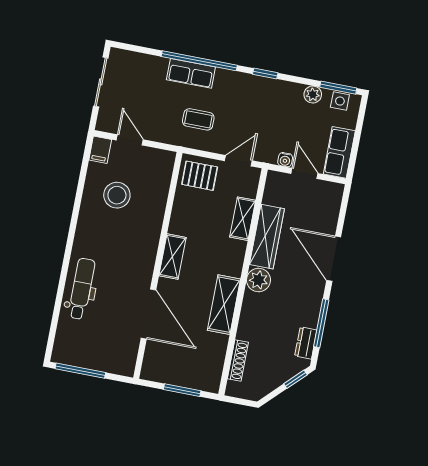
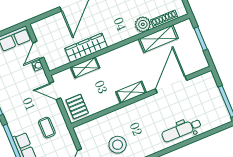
plant: (259, 280) -> (143, 24), moved
shelving: (224, 305) -> (158, 39), moved

